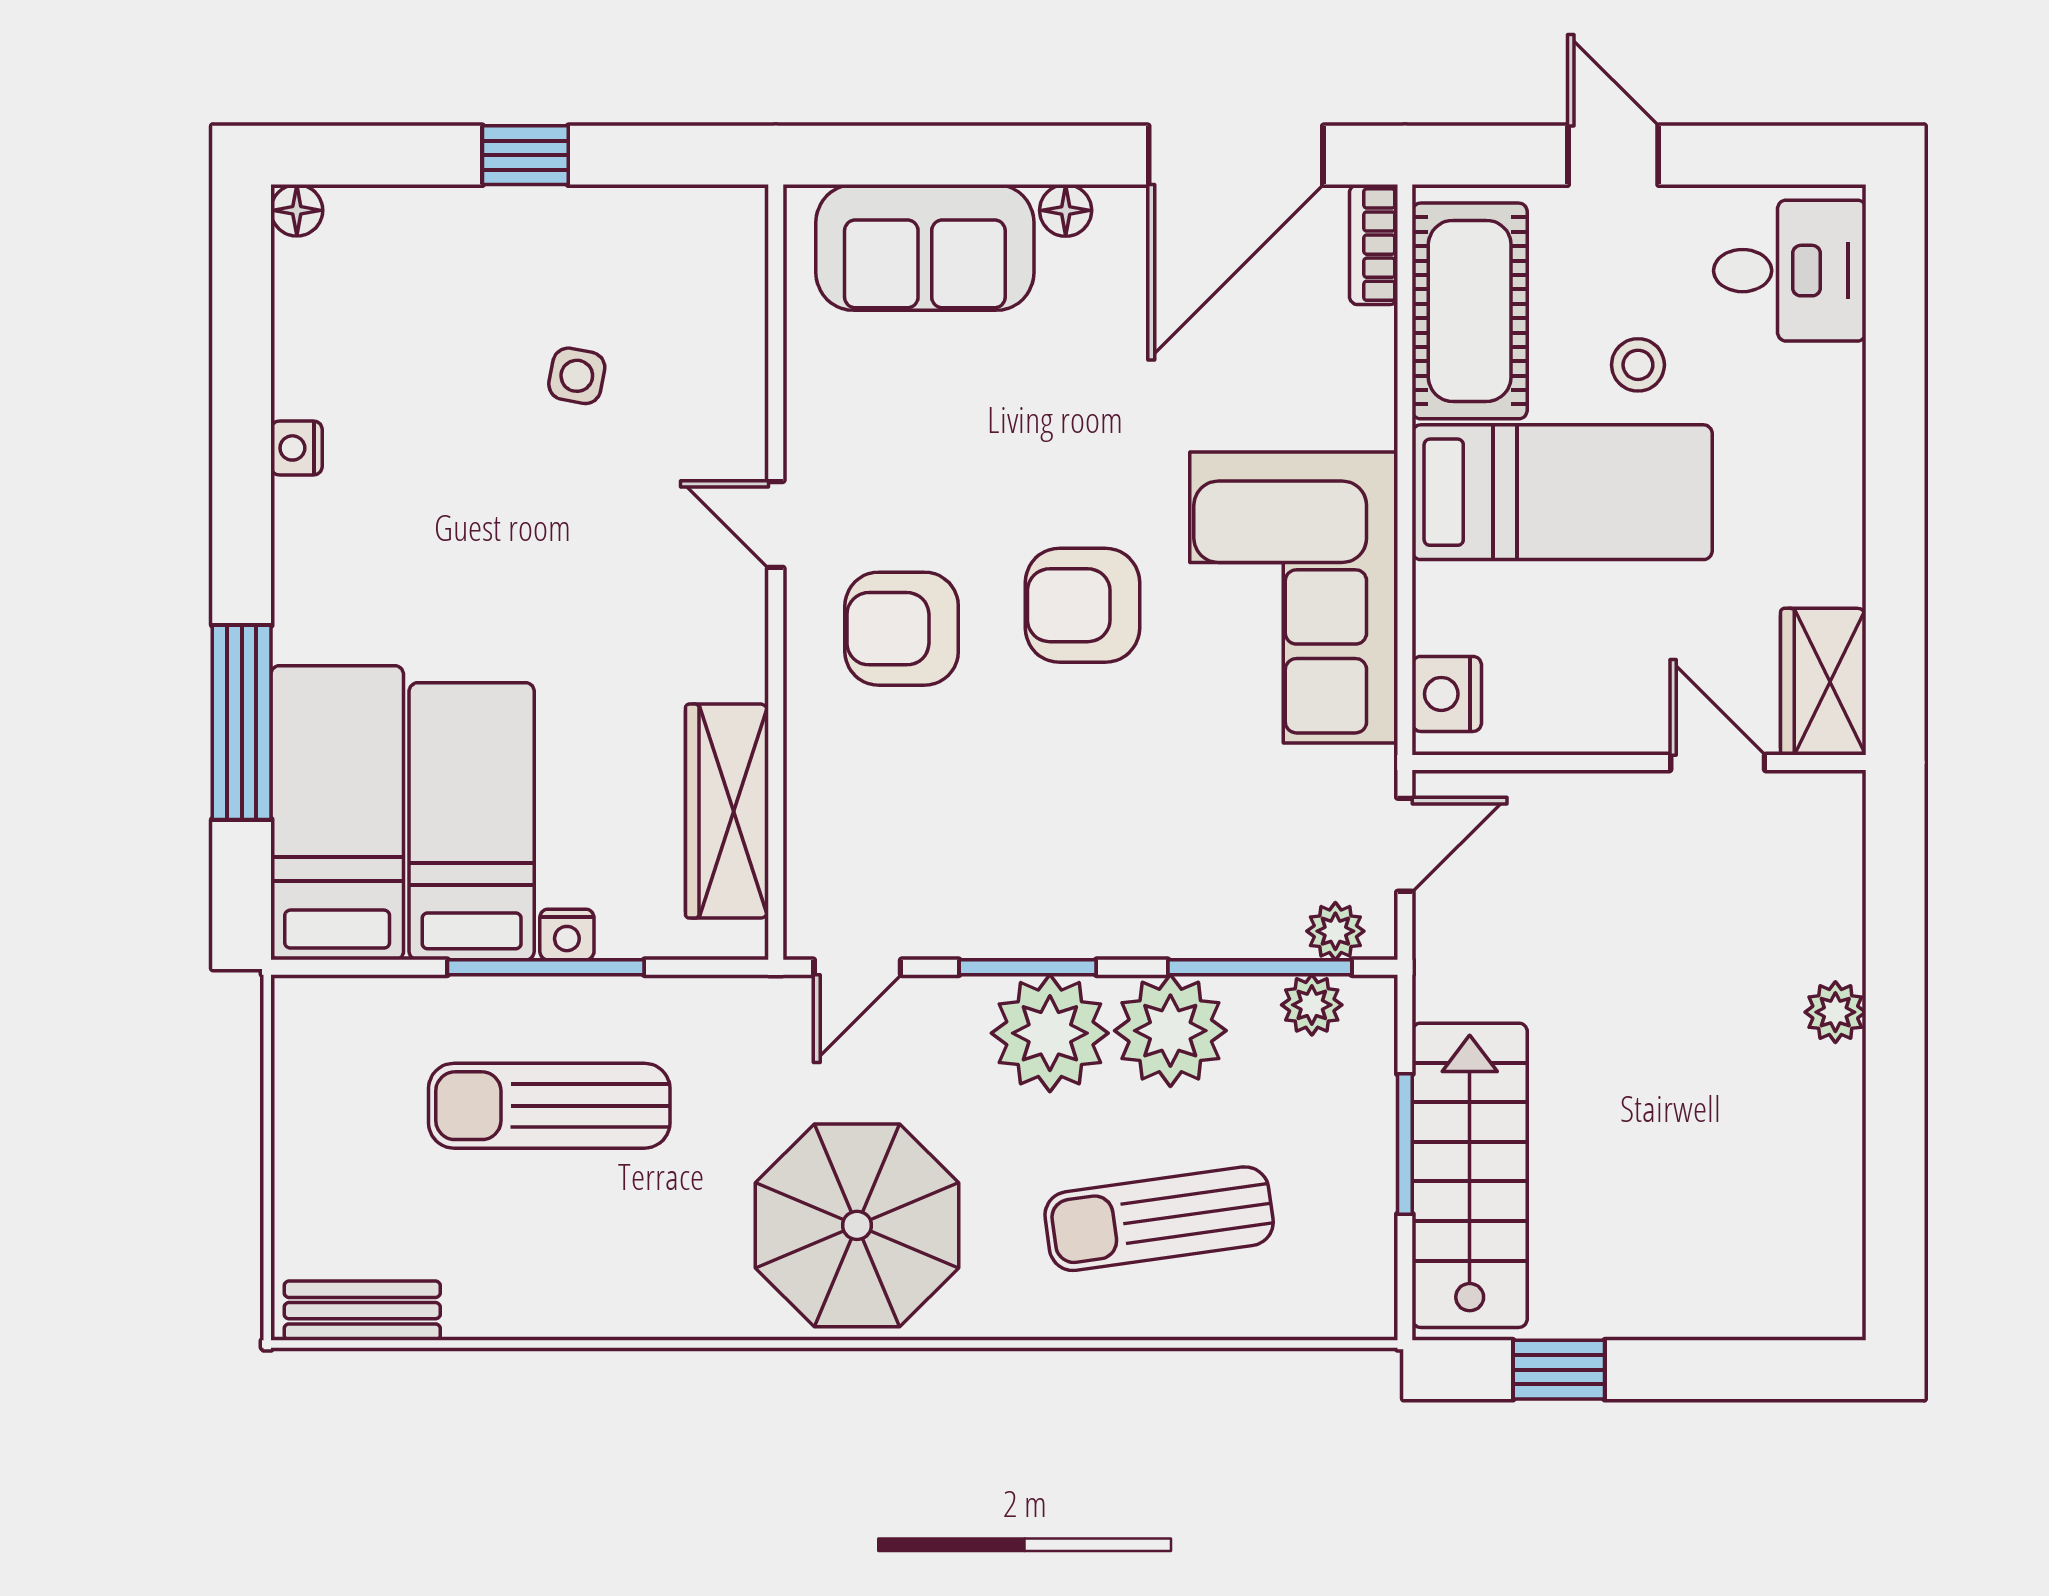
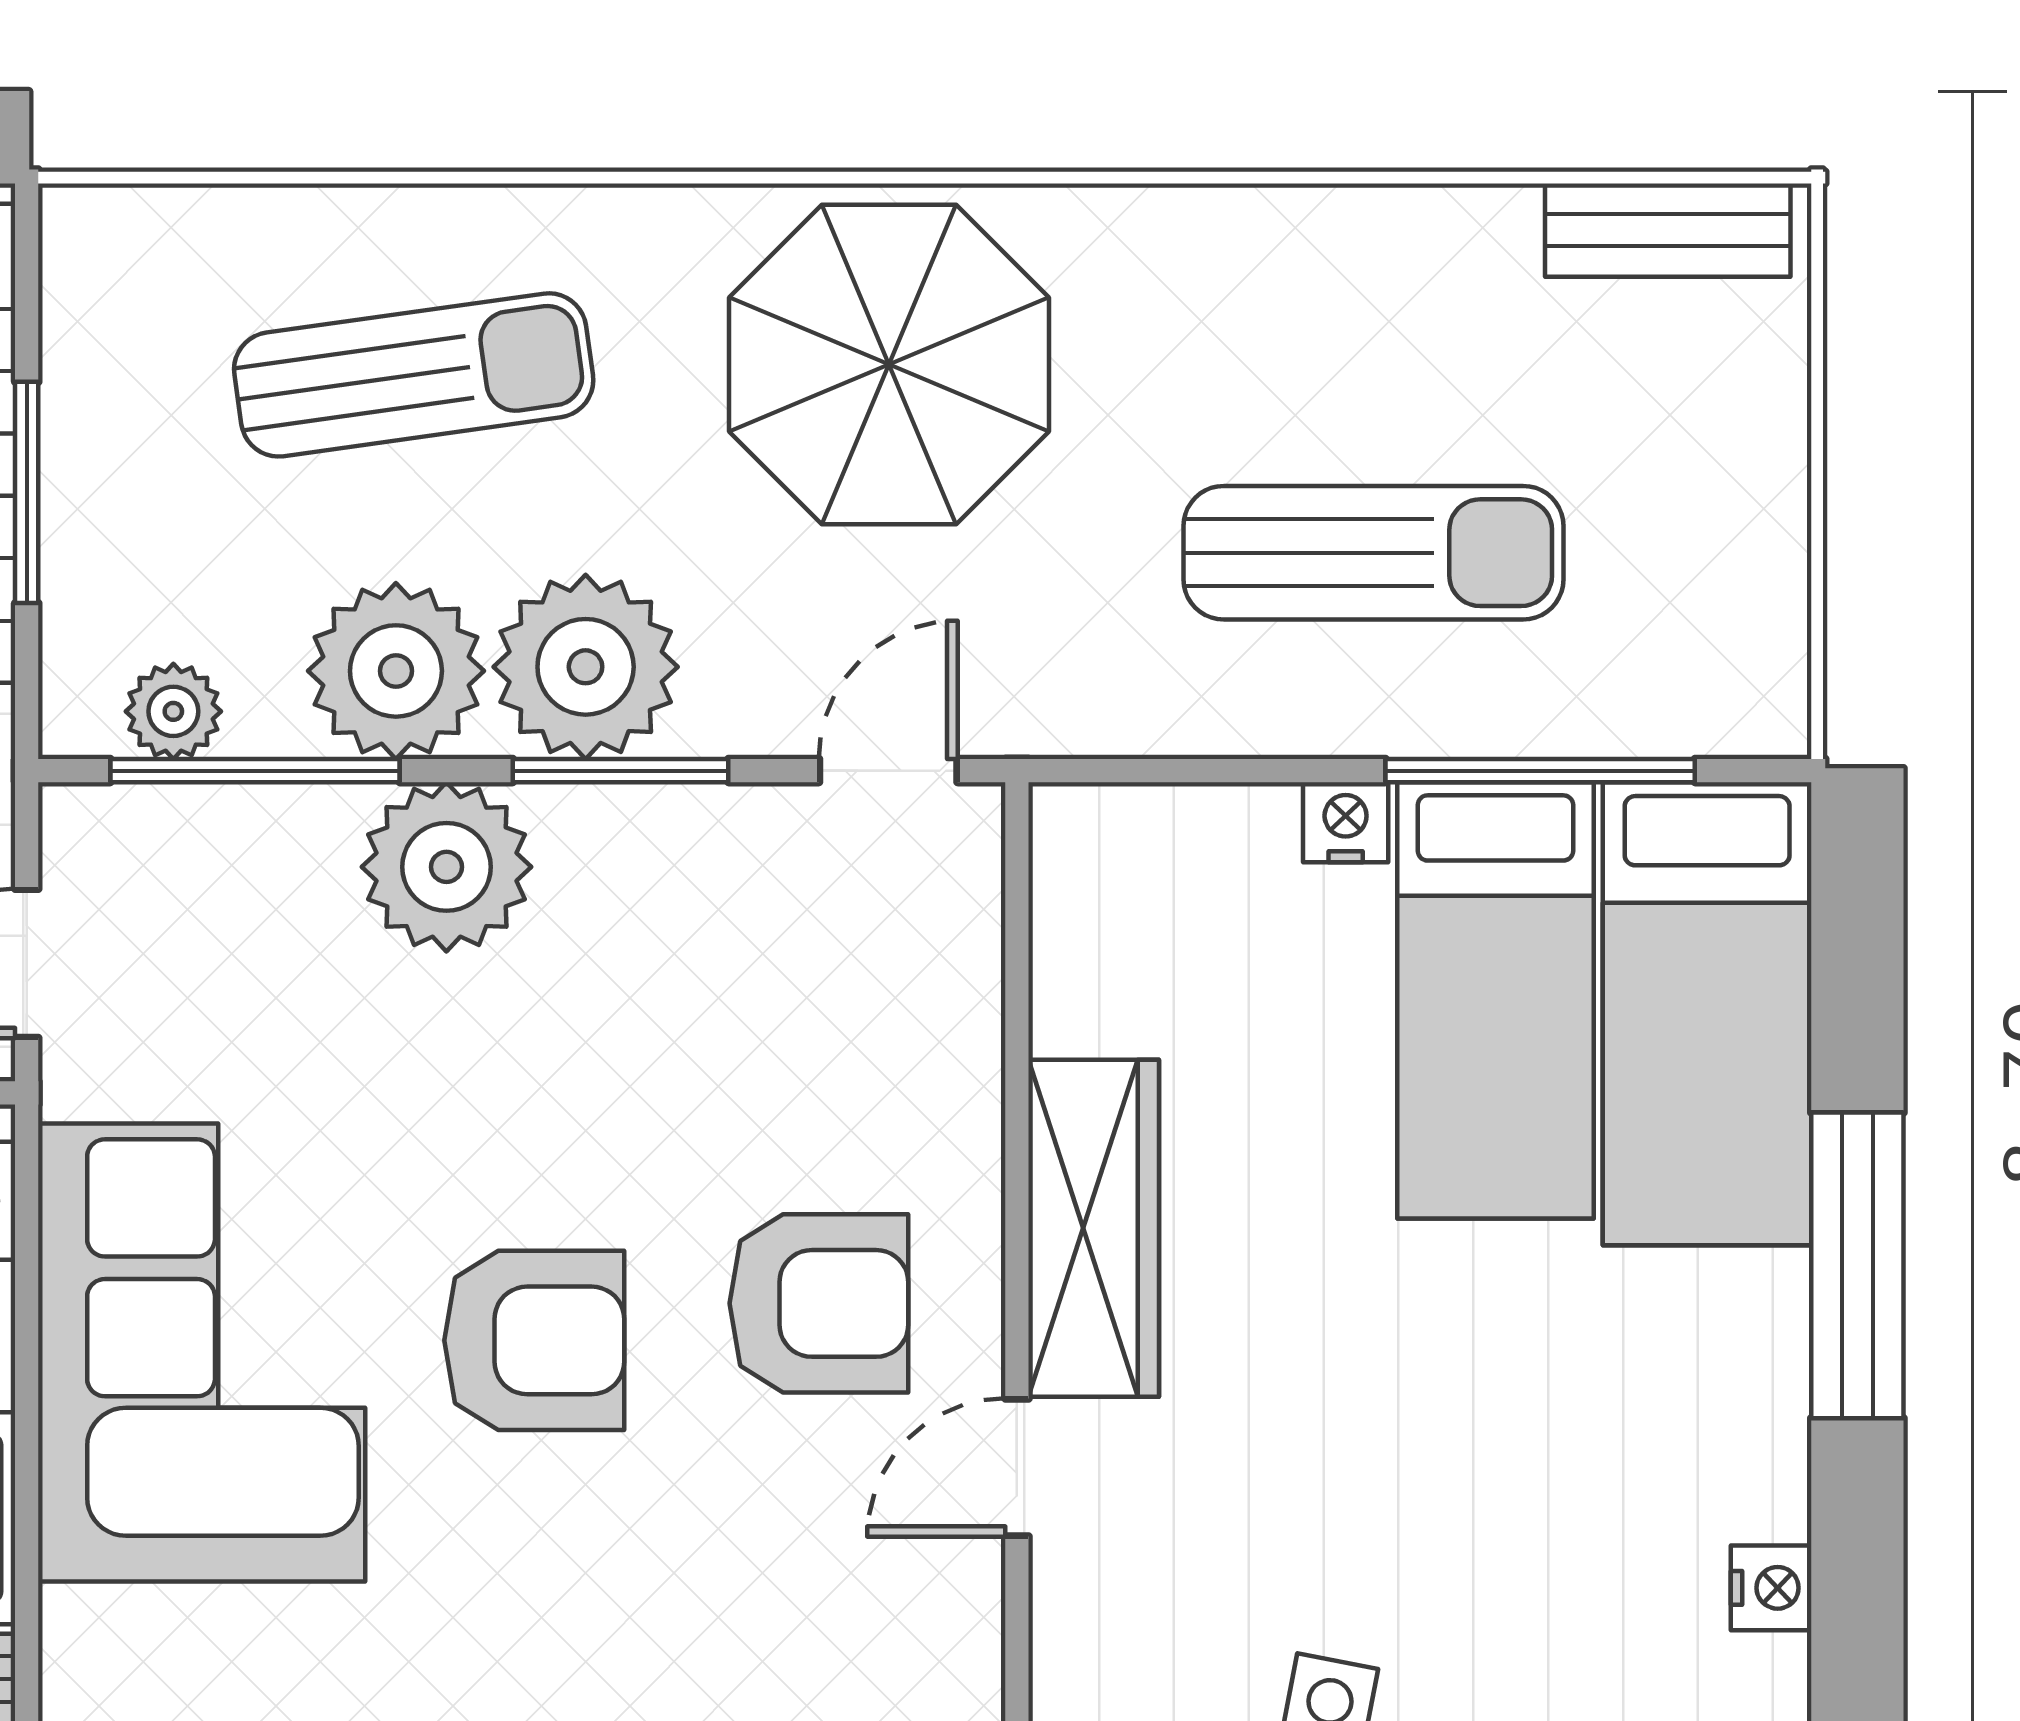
door: (776, 524) -> (1017, 1468), swing flipped
window: (242, 722) -> (1857, 1265), moved
wardrobe: (727, 811) -> (1094, 1228), moved
plant: (1335, 931) -> (446, 867), moved, width x1.88, depth x1.88
window: (546, 967) -> (1540, 771), moved

